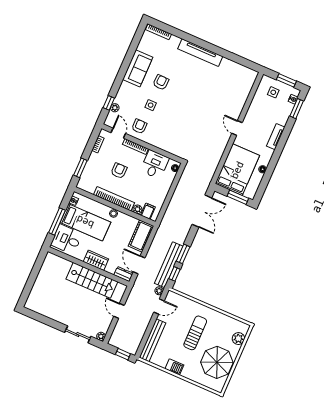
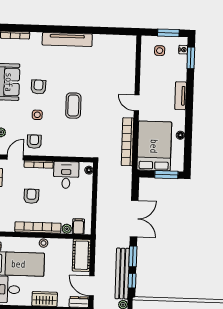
coffee table: (184, 109) -> (73, 106), added
door: (118, 133) -> (15, 157), hinge flipped
bookcase: (217, 157) -> (127, 142), added
double door: (202, 211) -> (134, 219), moved

